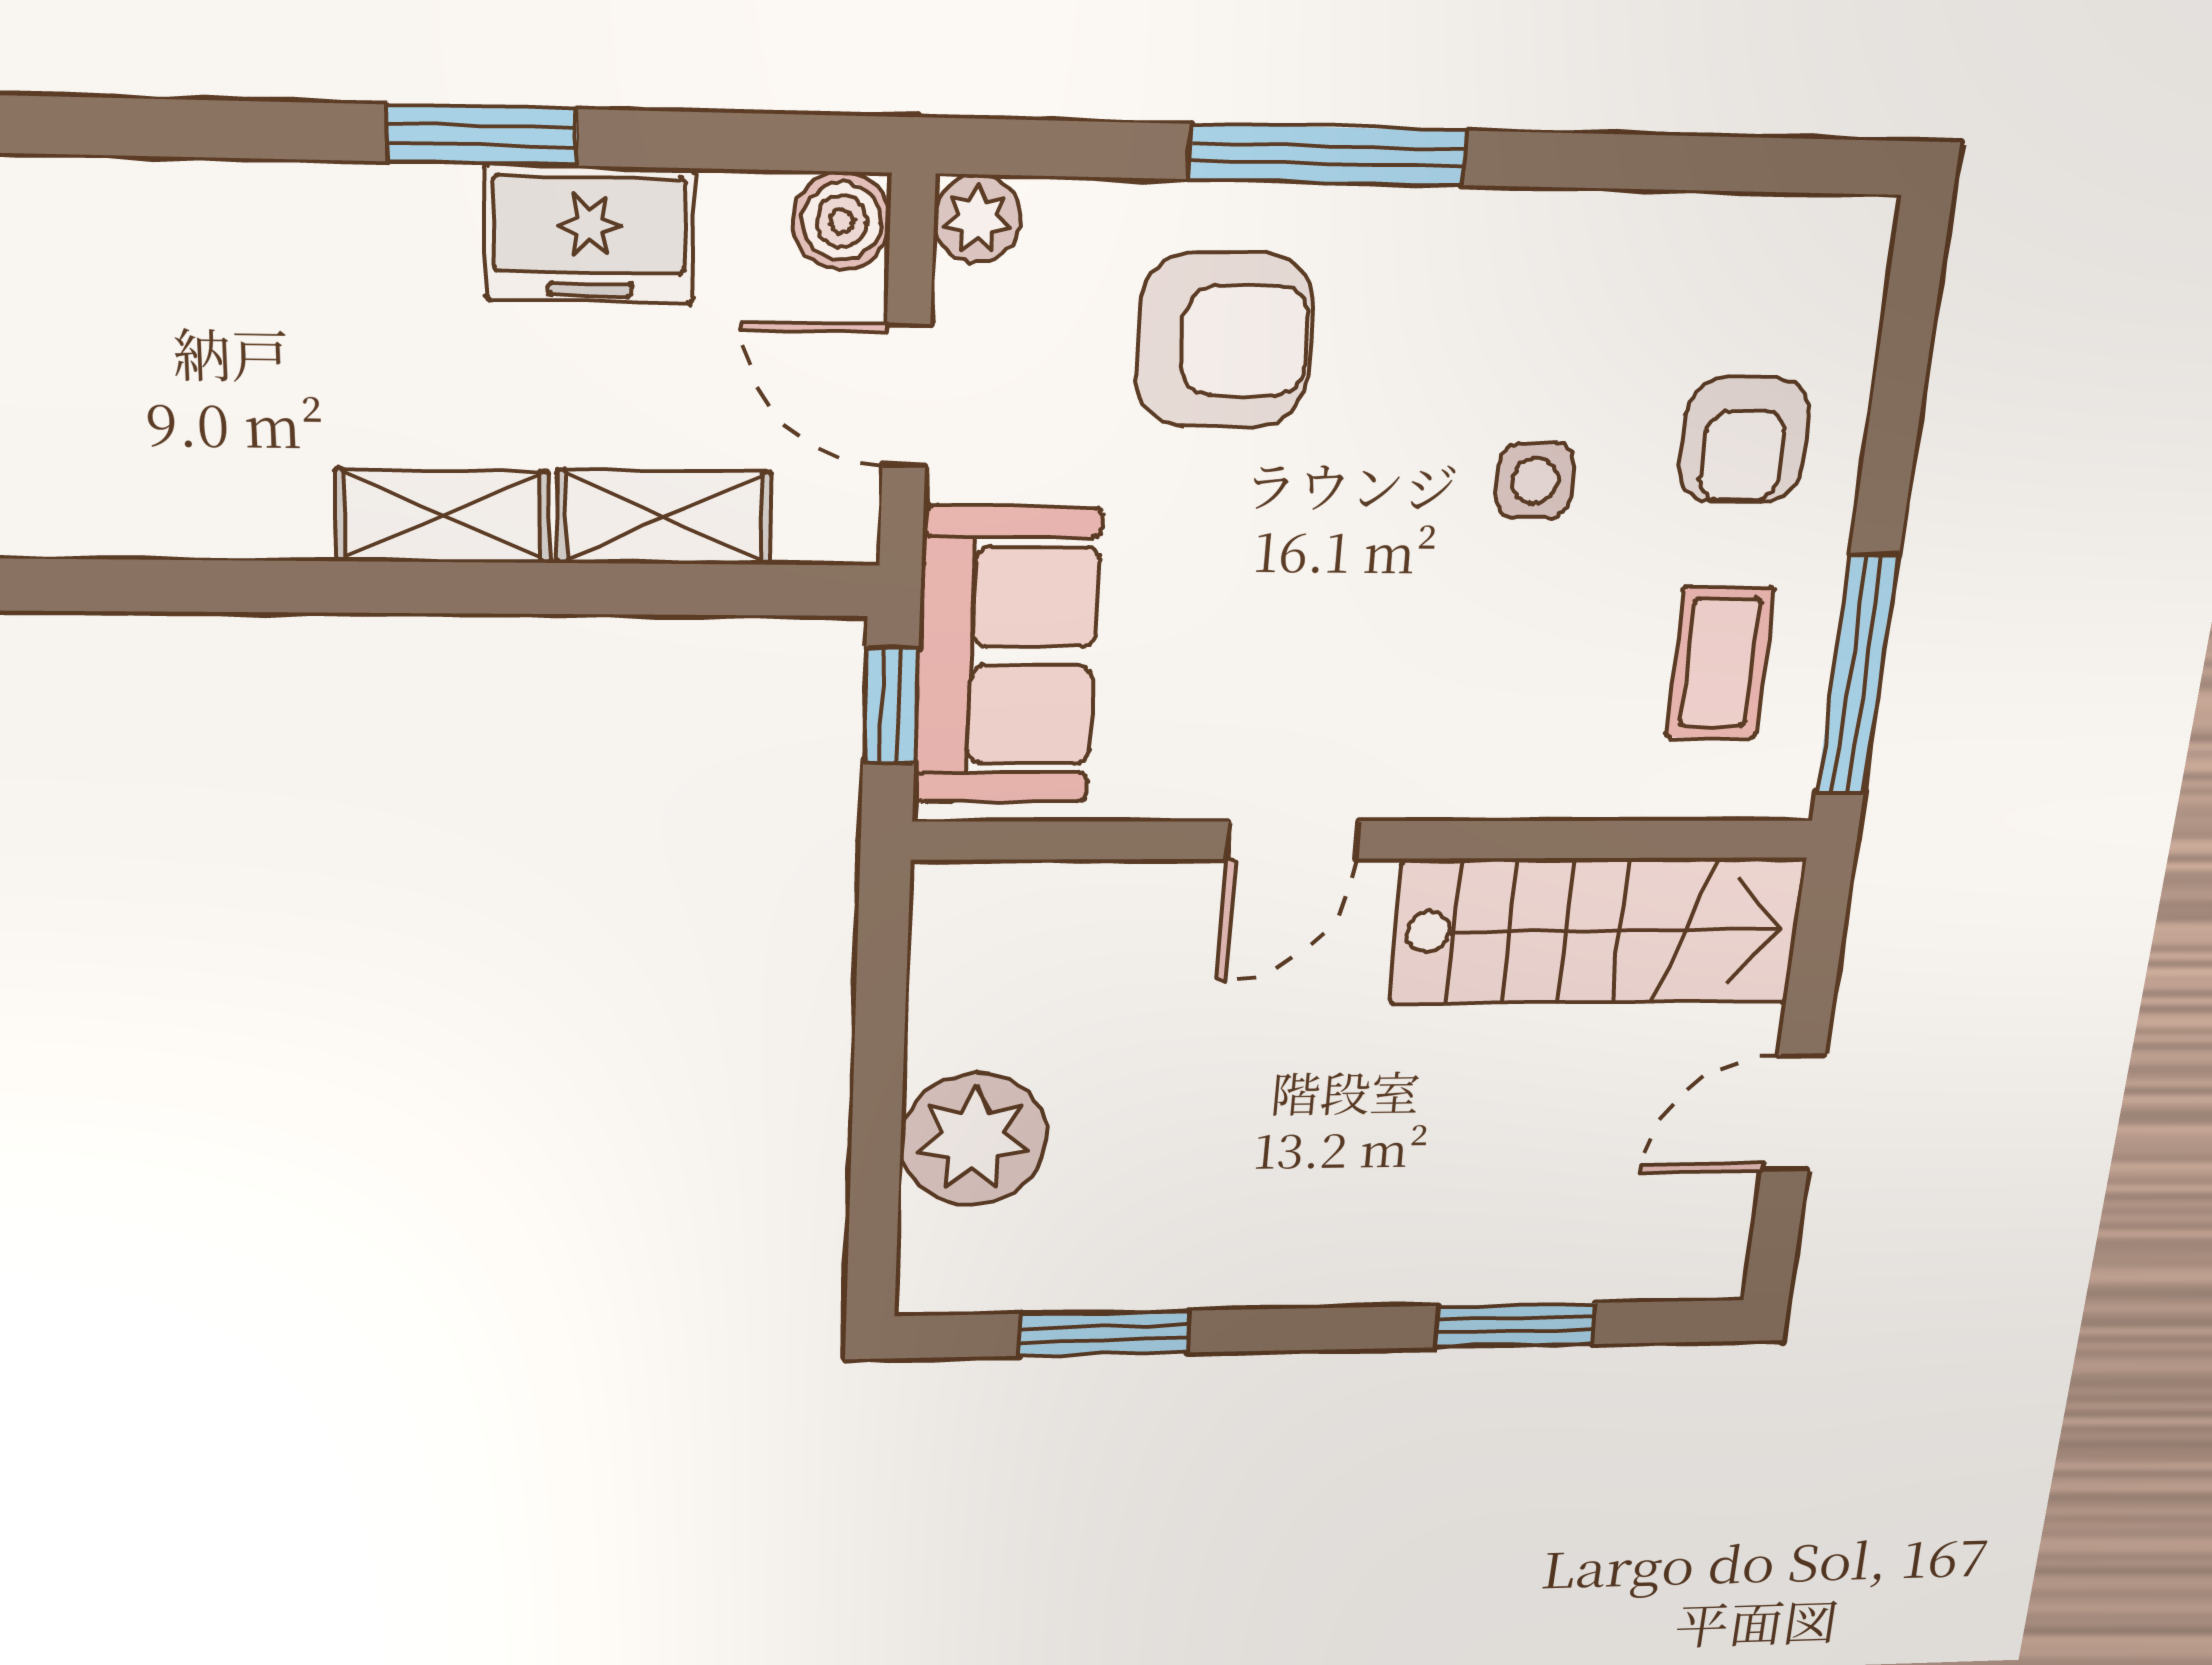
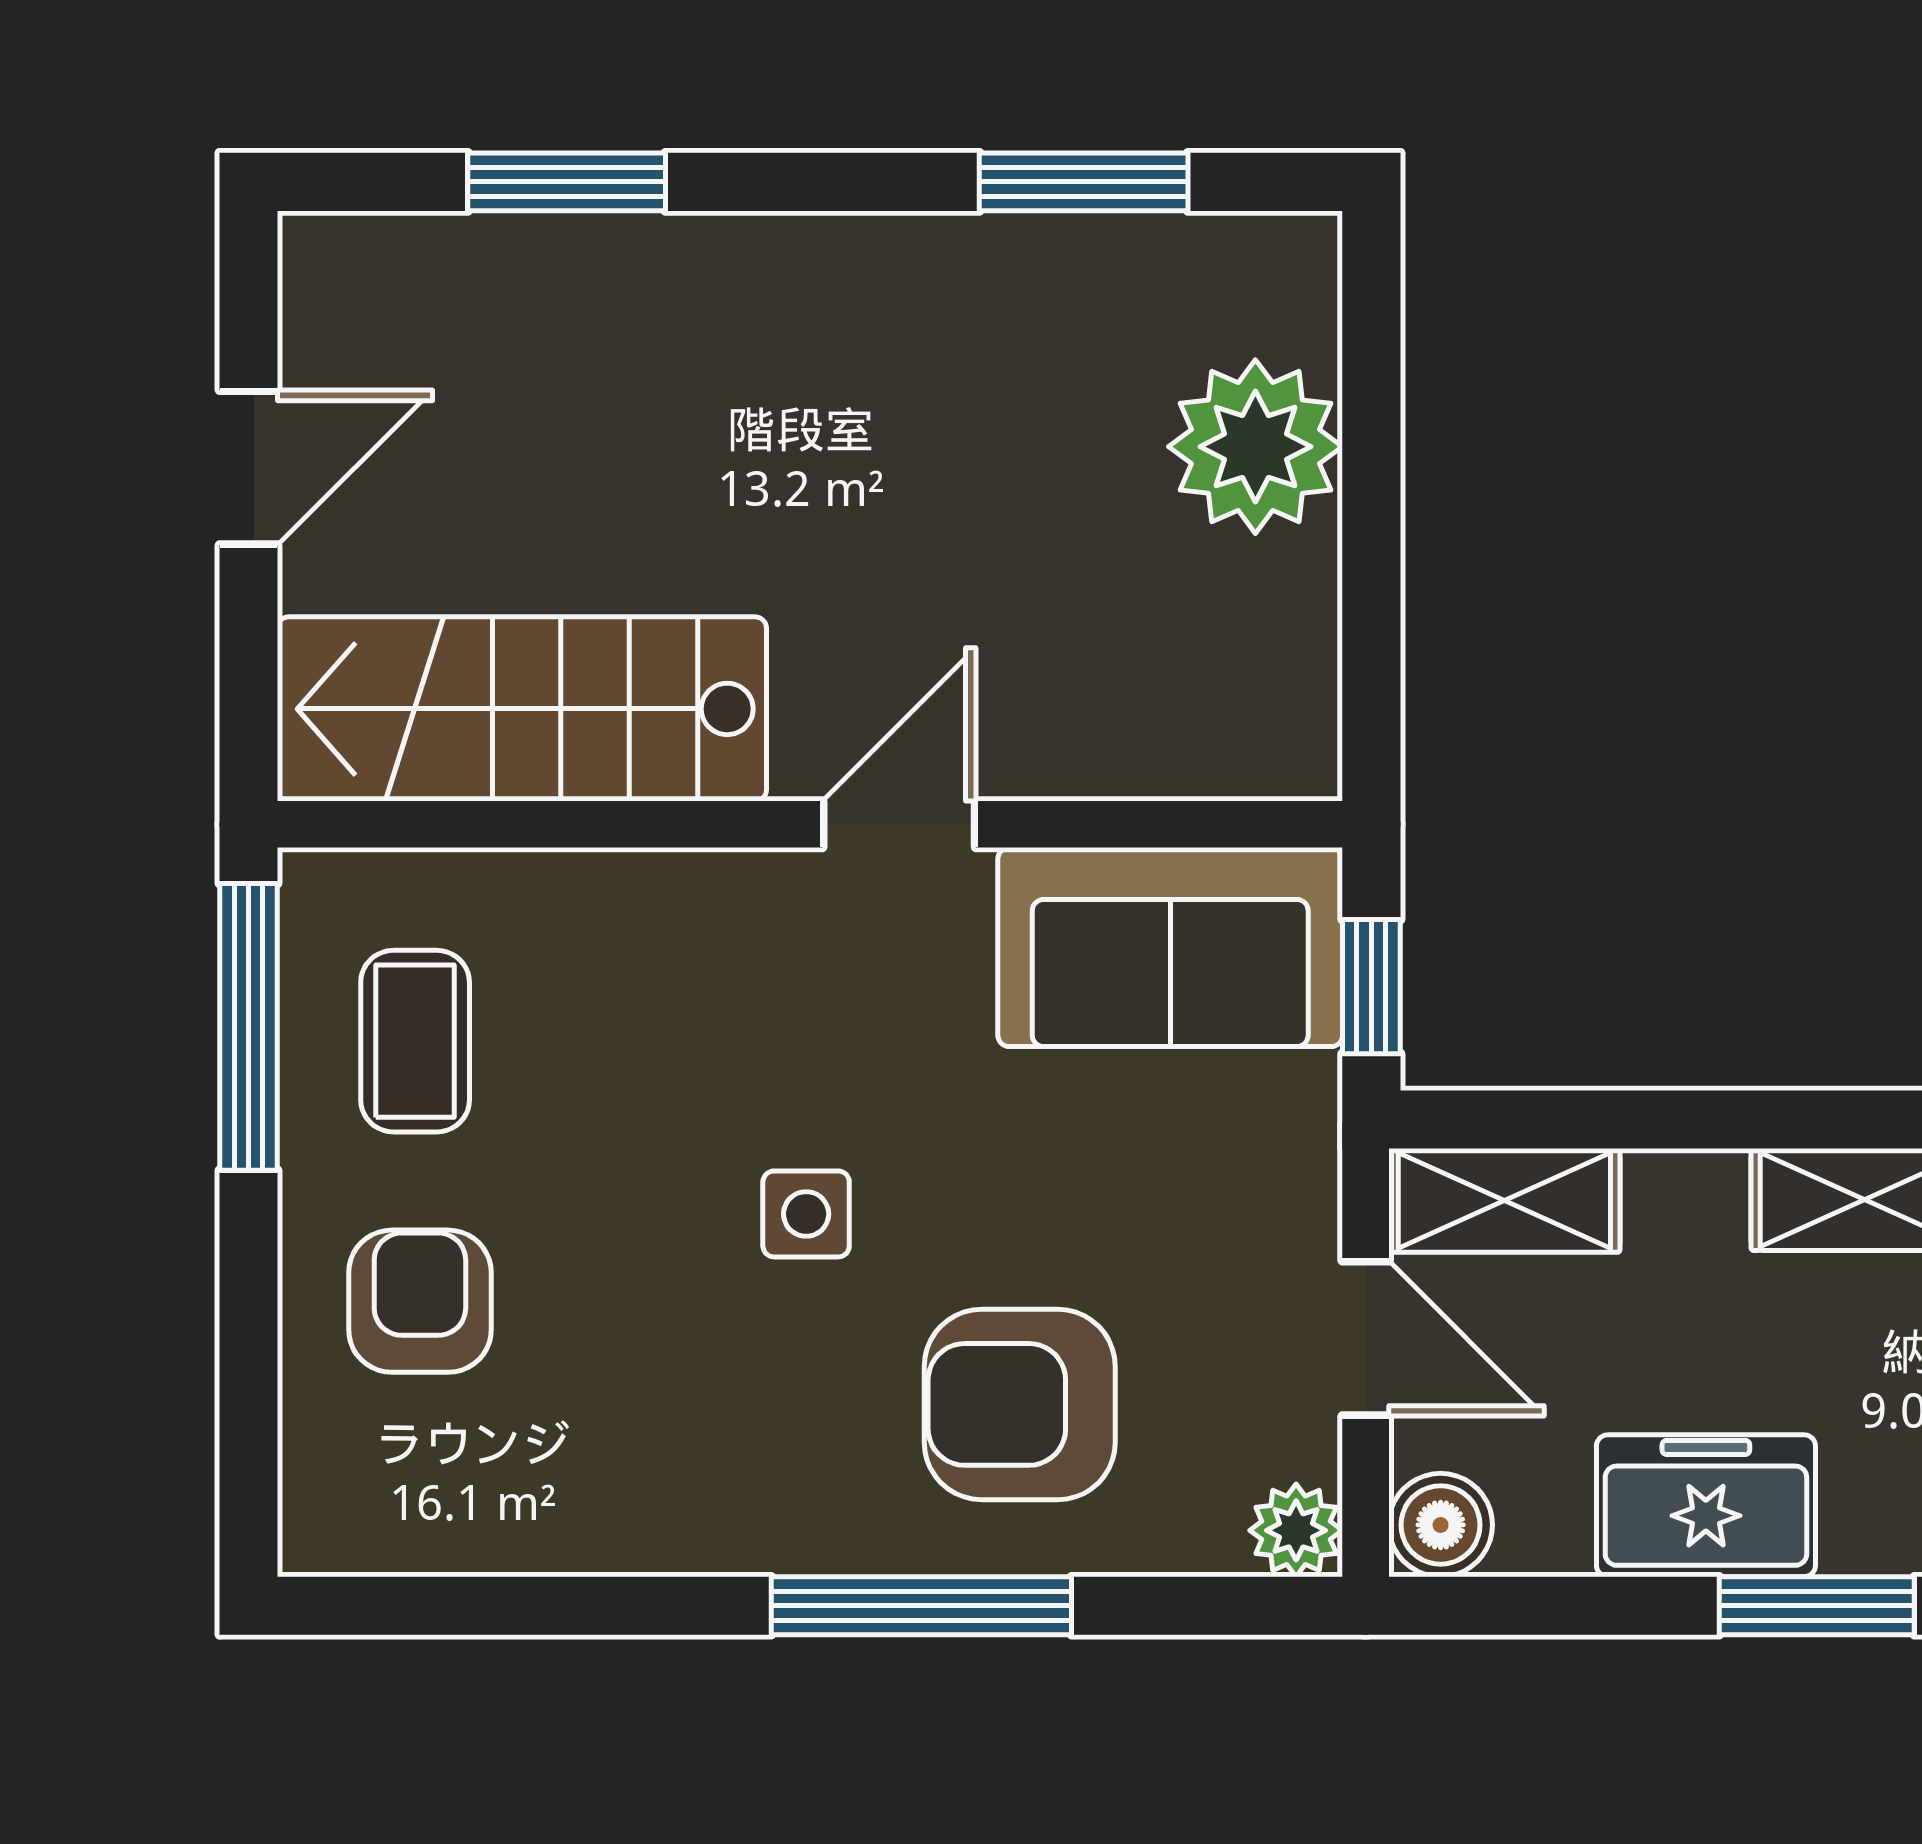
side table: (1535, 481) -> (806, 1214), moved
shelving: (664, 517) -> (1504, 1200), moved
sofa: (1006, 656) -> (1170, 947), moved, turned -90

